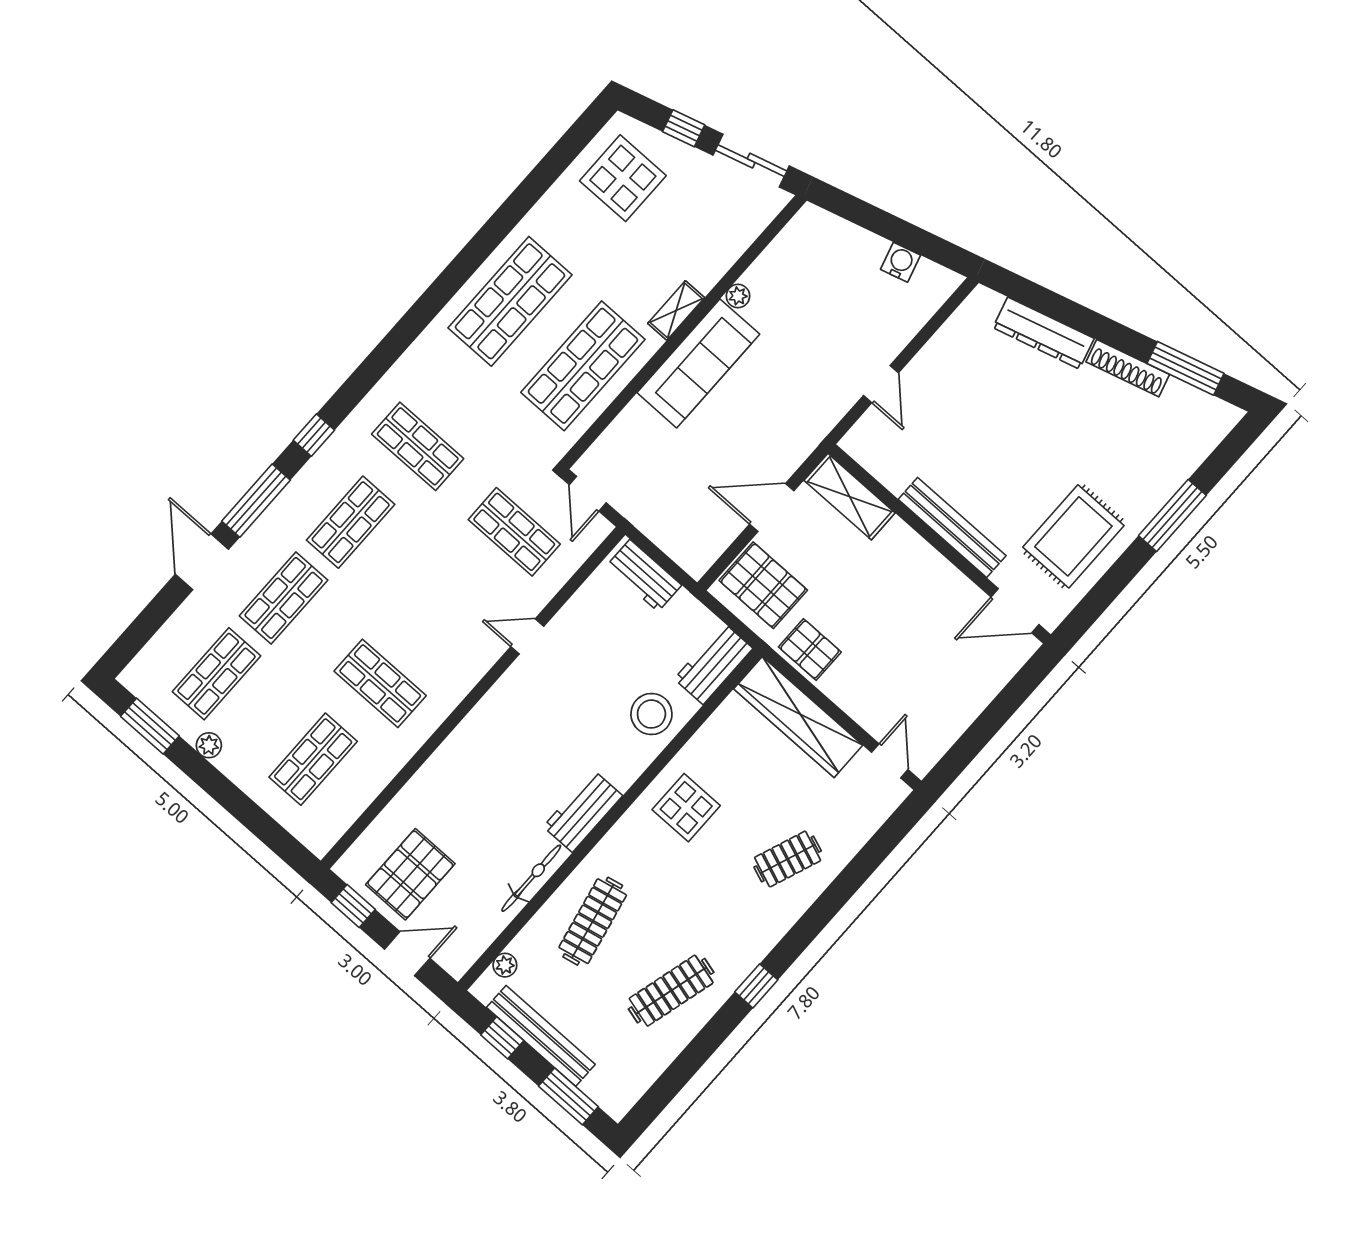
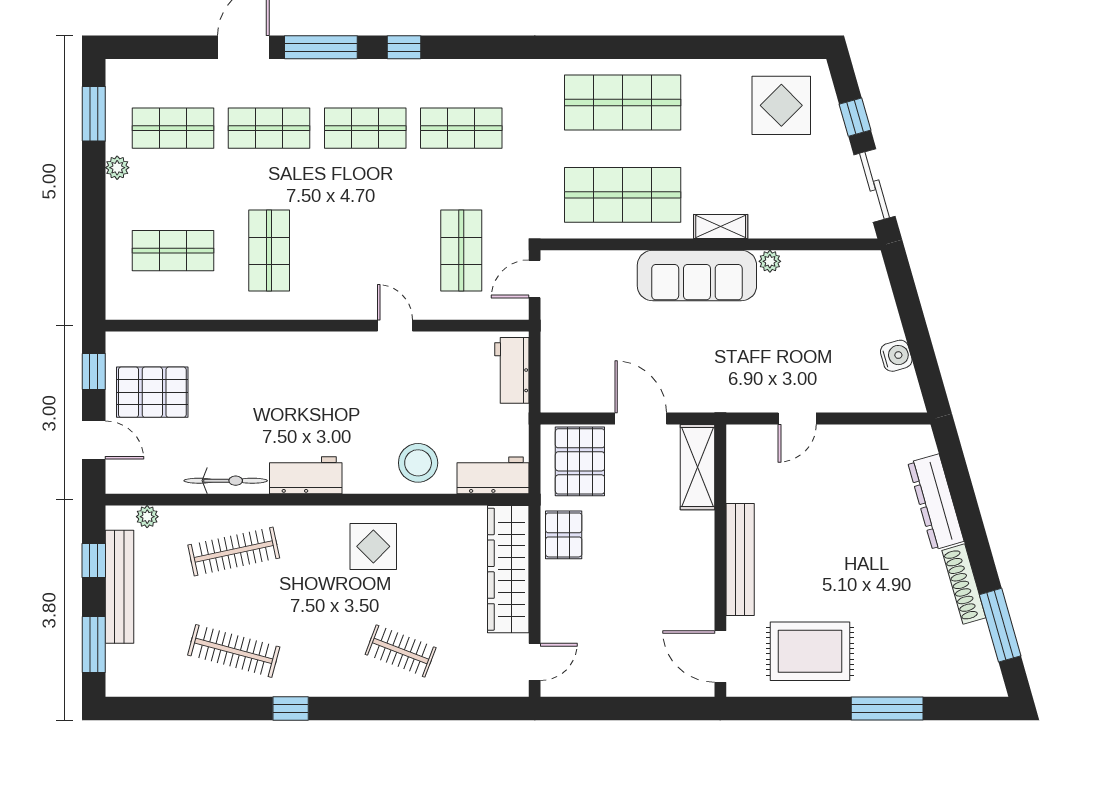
shop shelf: (418, 446) -> (461, 128), turned 90

